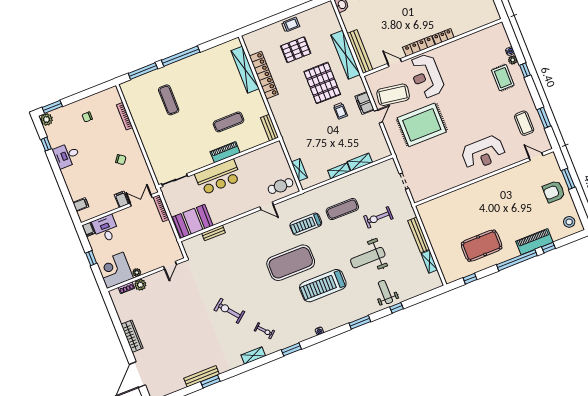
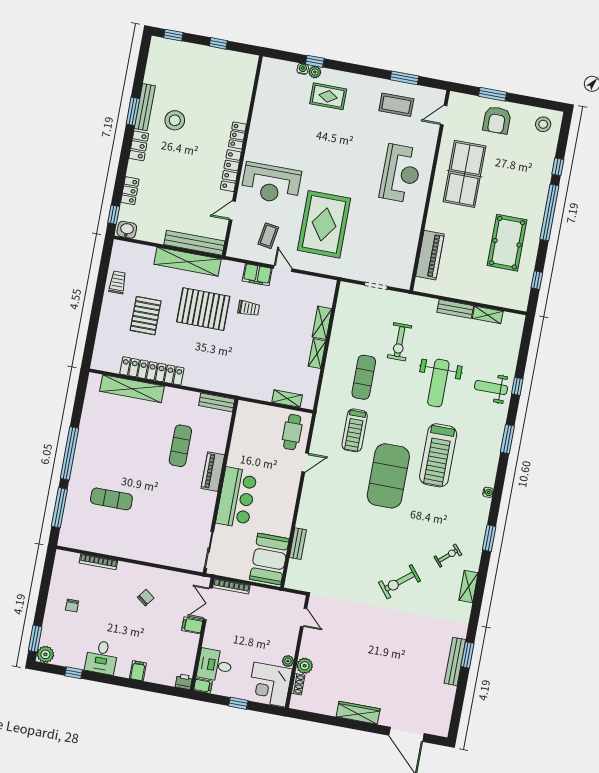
trolley: (291, 25) -> (118, 282), moved
window: (525, 70) -> (315, 61), moved
coffee table: (393, 95) -> (268, 236), width x0.54, depth x0.58
table tennis table: (508, 192) -> (465, 174), added
filing cabinet: (81, 205) -> (138, 671), moved
printer: (83, 216) -> (184, 682), added
bench: (419, 235) -> (455, 309), width x0.73
piano: (534, 242) -> (430, 255), moved, turned 180

